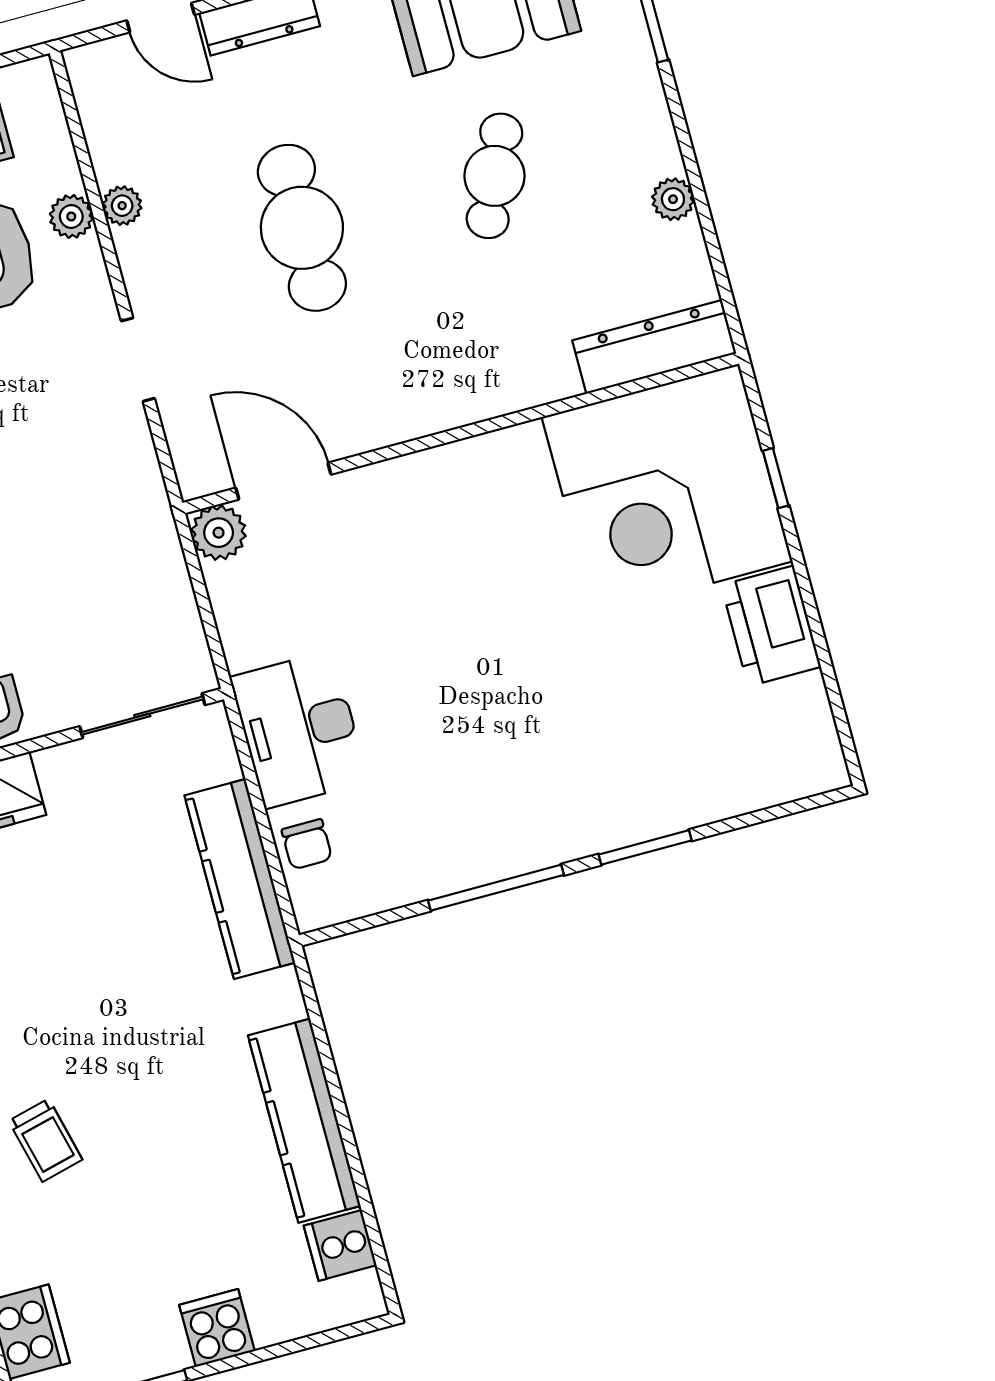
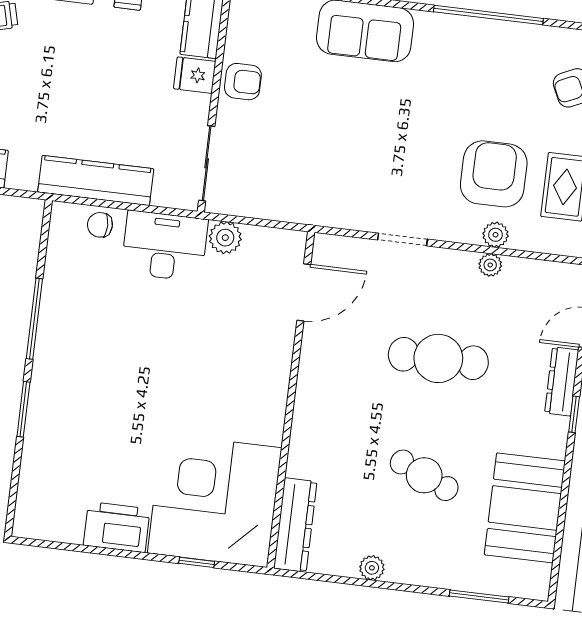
plant: (219, 533) -> (225, 238), moved

